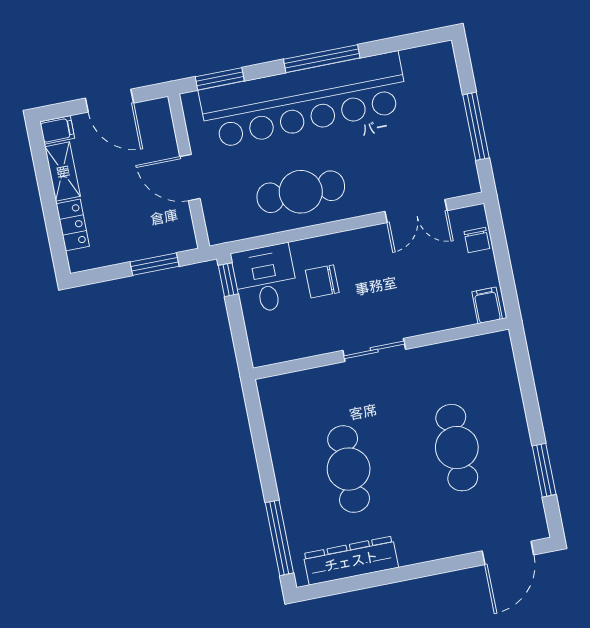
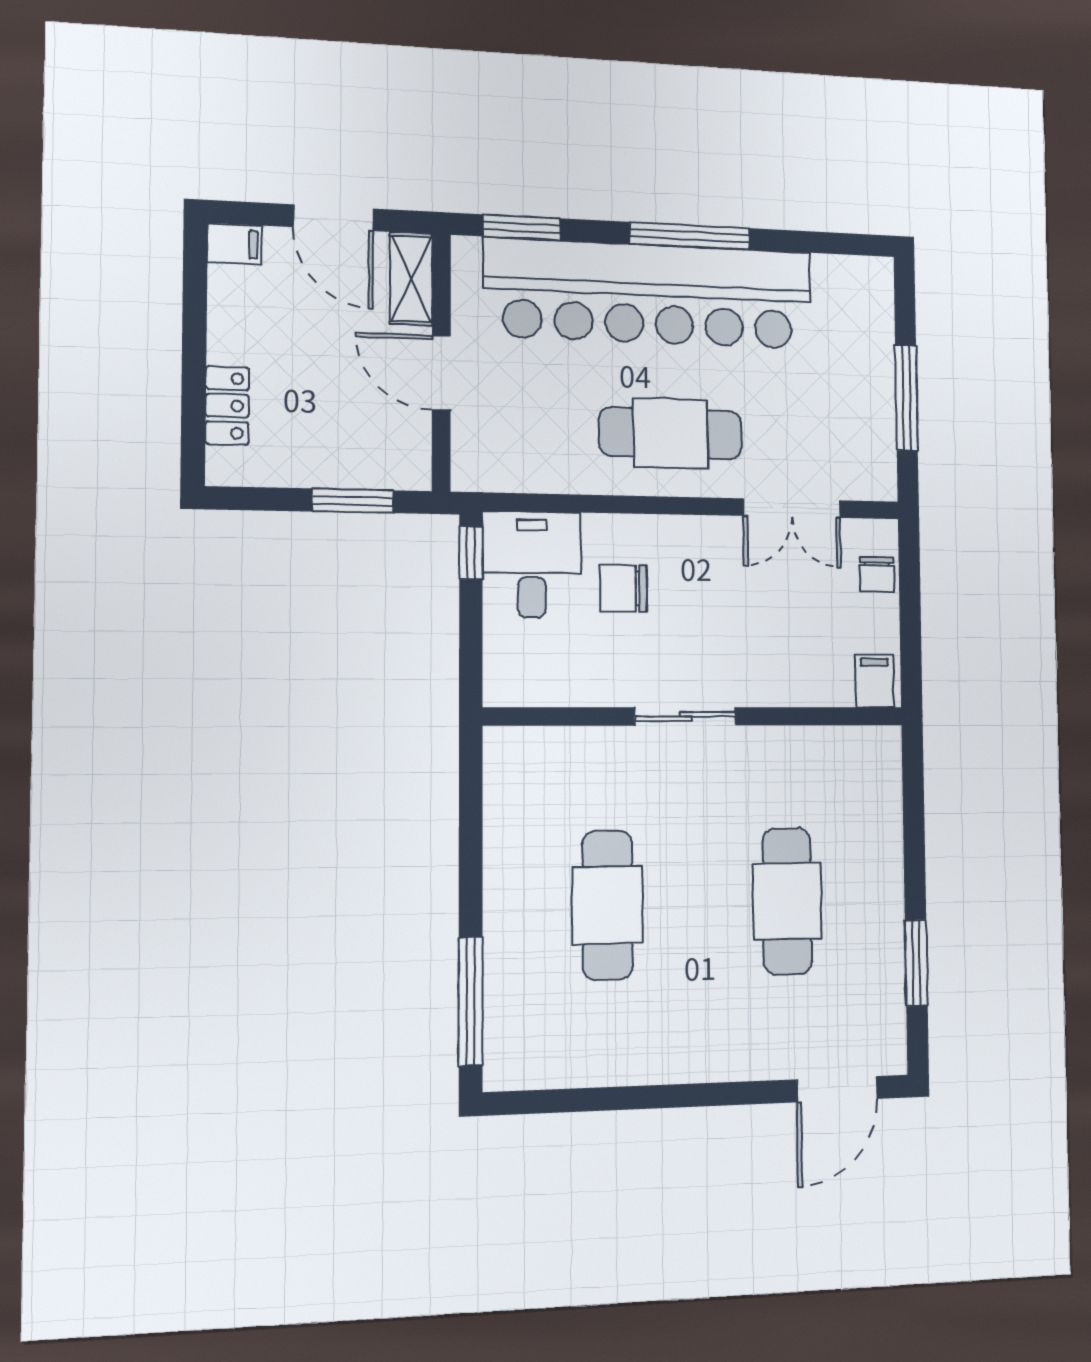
shelving: (63, 172) -> (411, 279), moved
cafe table: (301, 192) -> (671, 433), moved
dresser: (351, 561) -> (582, 1060), removed

